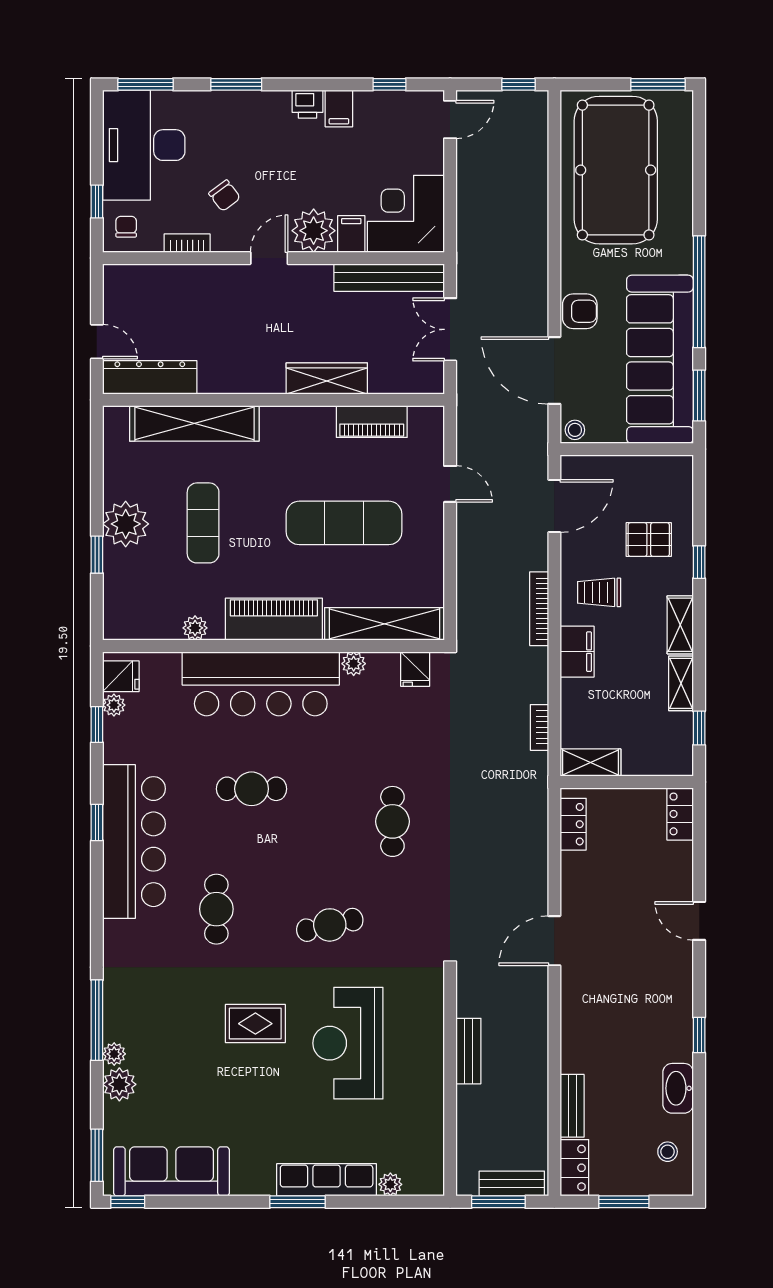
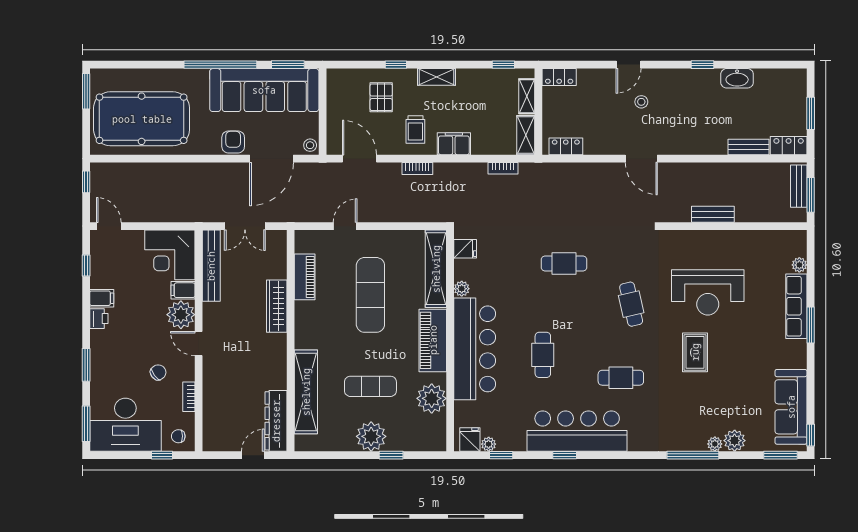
bookcase: (539, 609) -> (417, 168), width x0.64
plant: (195, 628) -> (432, 398), width x1.87, depth x1.87
shelving: (681, 683) -> (527, 96), moved, turned 90
stool: (668, 1152) -> (641, 102), moved

